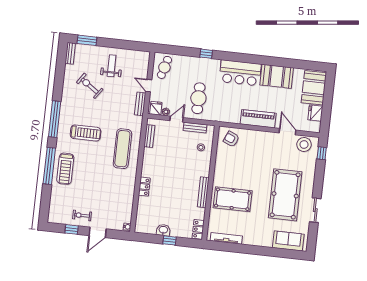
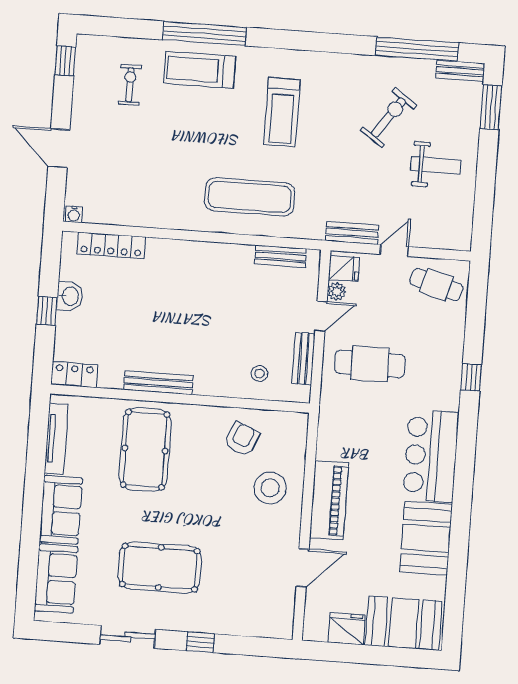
window: (55, 119) -> (417, 49), moved
door: (177, 119) -> (321, 316), hinge flipped
armchair: (231, 139) -> (242, 439), moved
stool: (304, 145) -> (270, 488), moved
window: (322, 153) -> (200, 642), moved
locker: (144, 187) -> (111, 245), moved, width x1.53
pool table: (285, 195) -> (160, 568), width x0.73, depth x0.76
exercise bike: (82, 215) -> (130, 85), moved
window: (72, 229) -> (65, 61), moved
sofa: (258, 238) -> (61, 510), added

